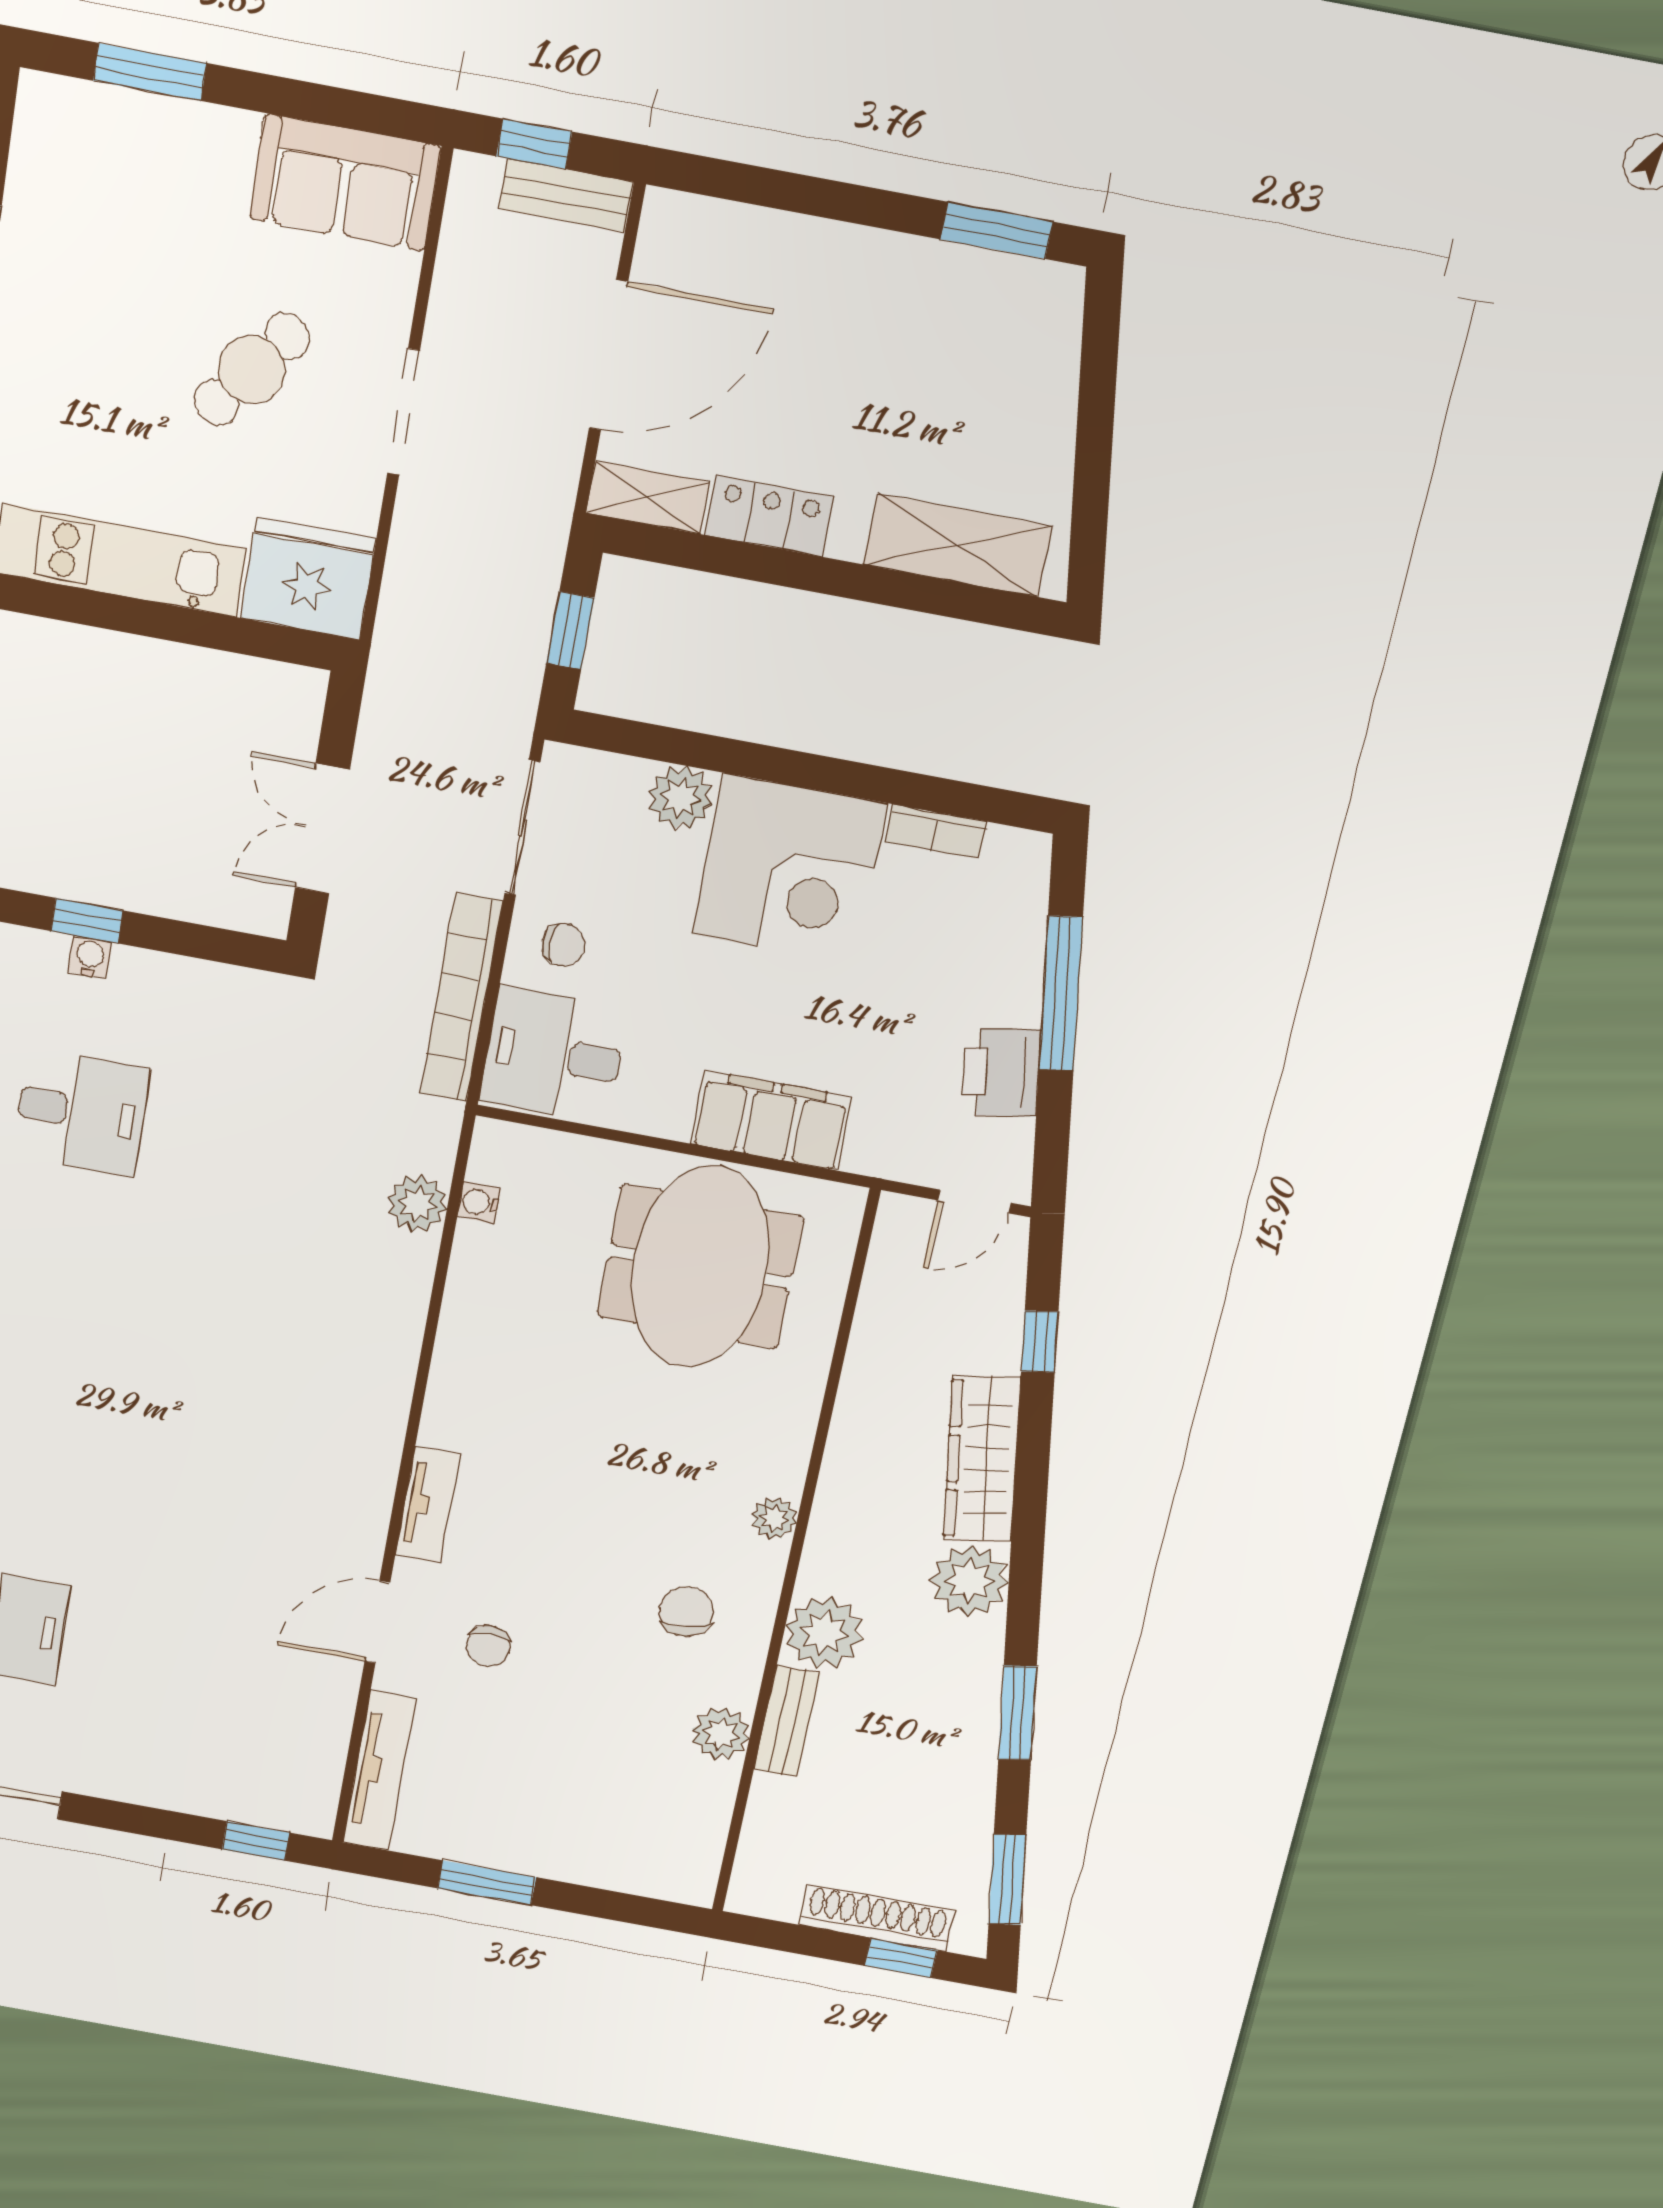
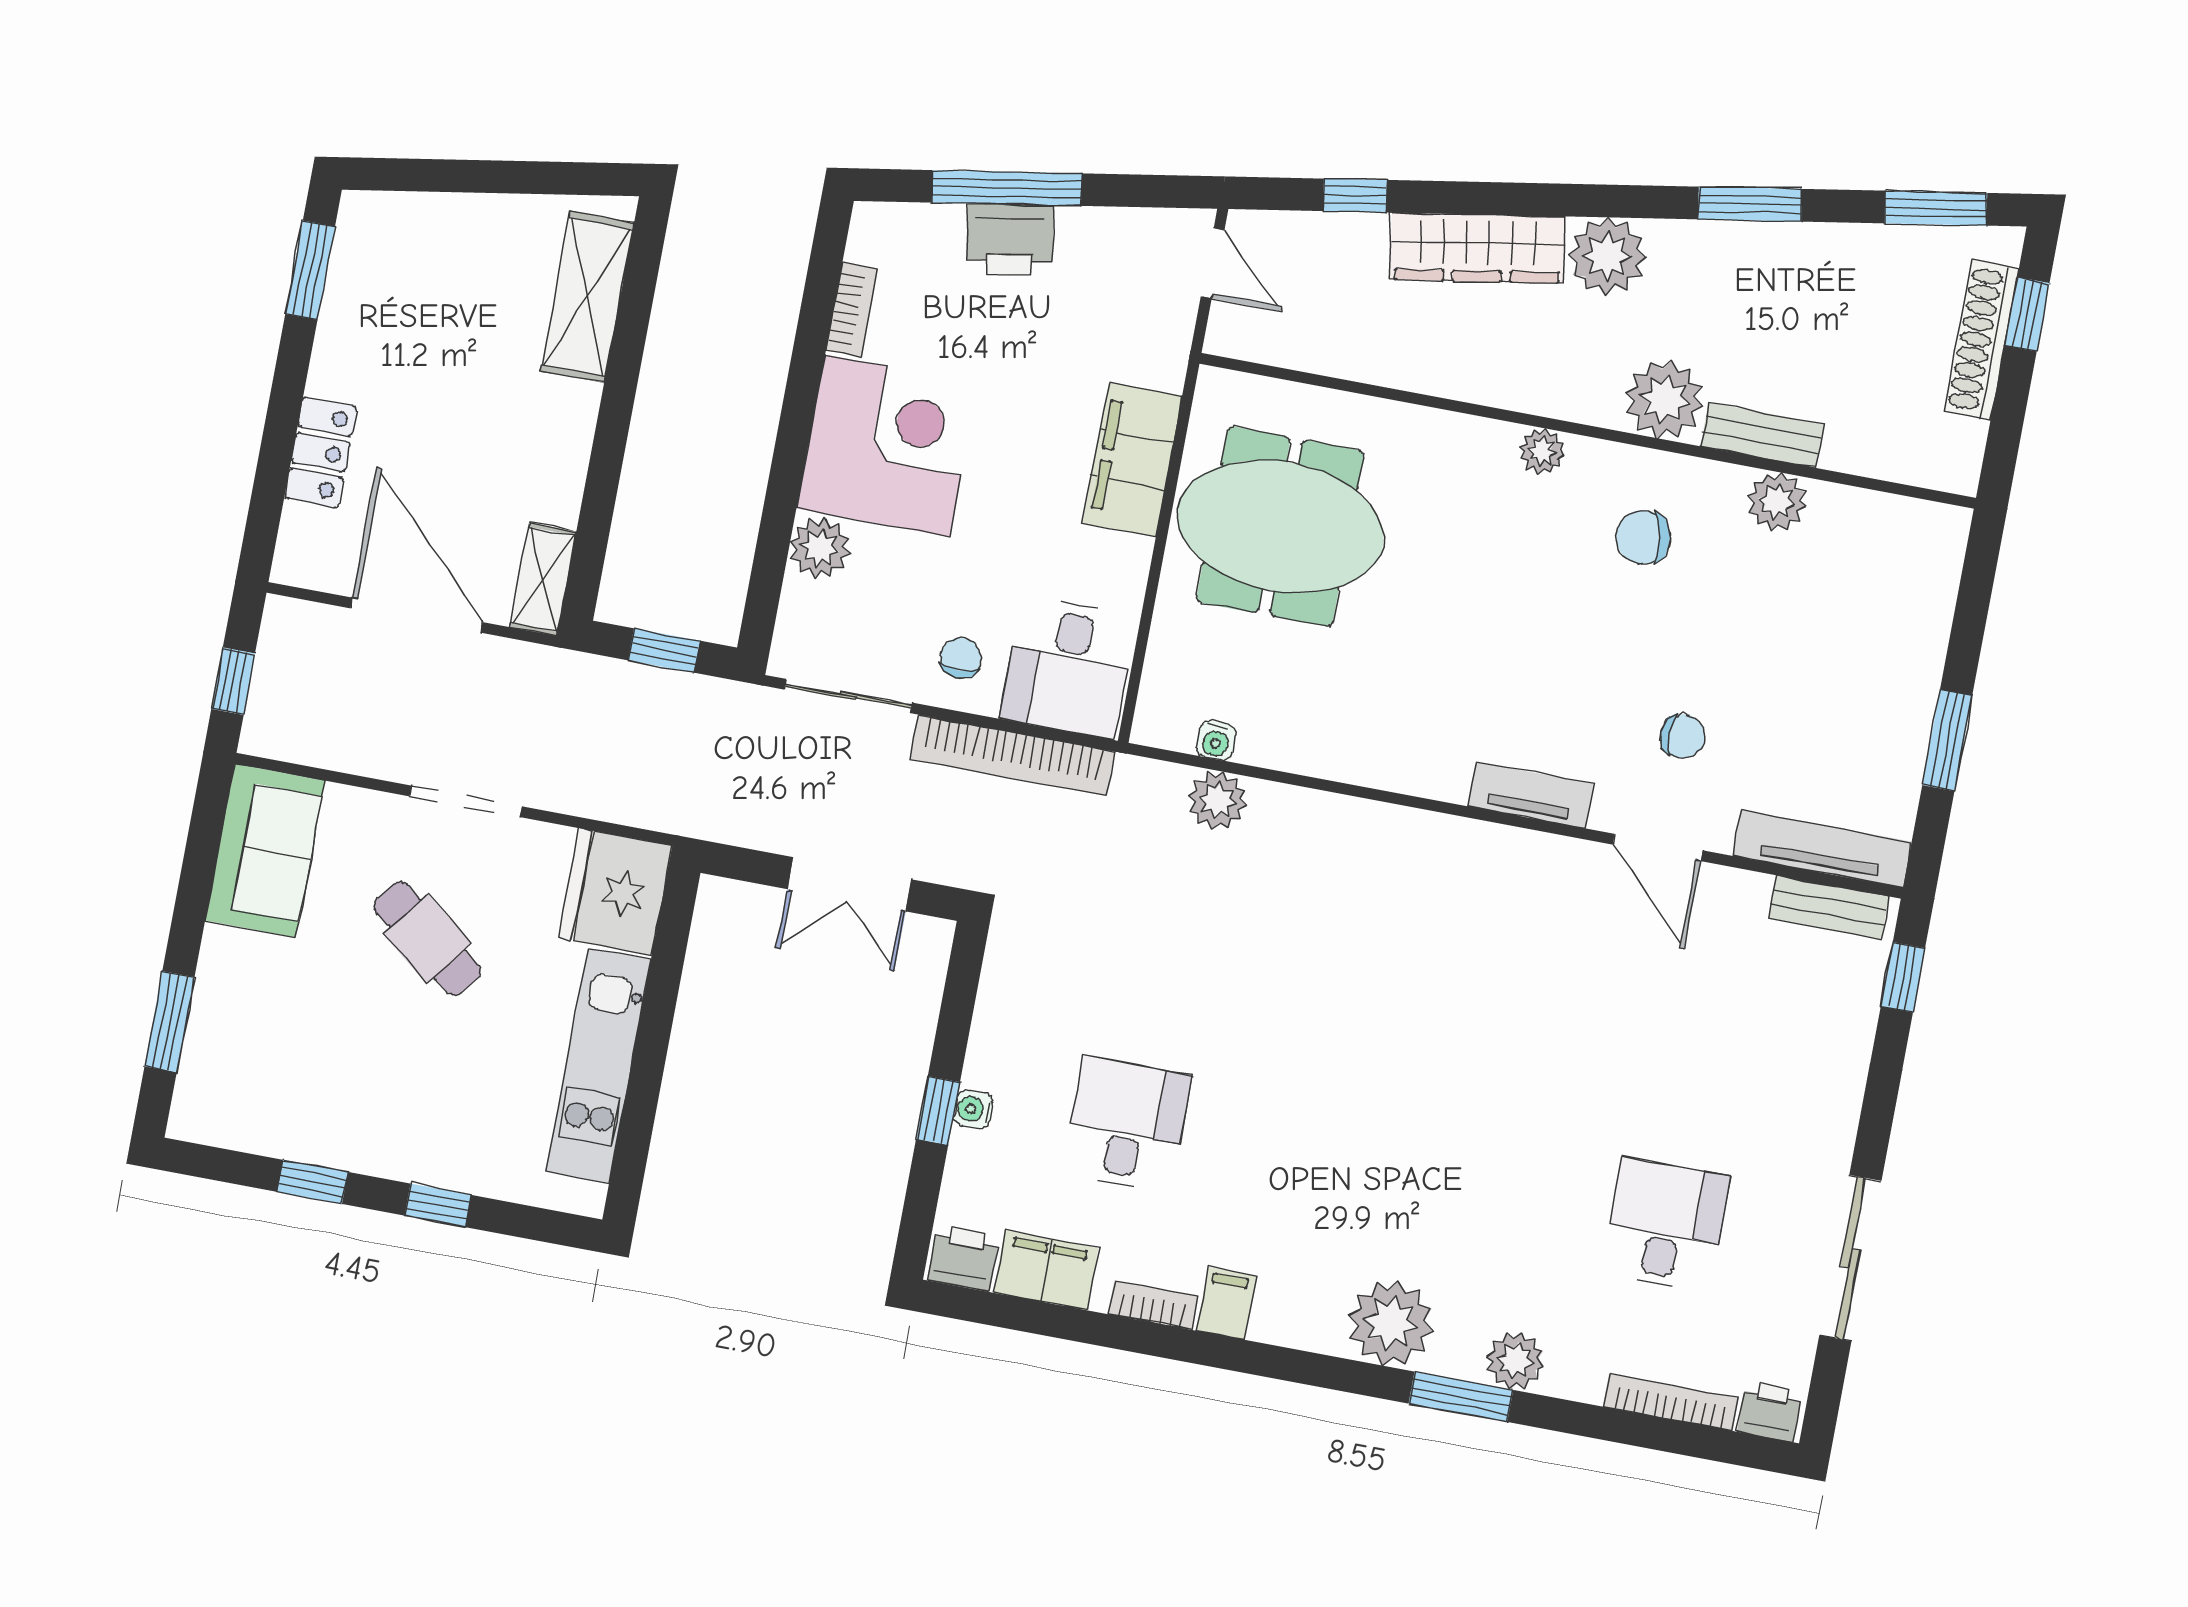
bench: (566, 195) -> (1829, 907), moved, turned 90
locker: (769, 516) -> (321, 452), moved, turned 180
printer: (1001, 1072) -> (1010, 240), moved

